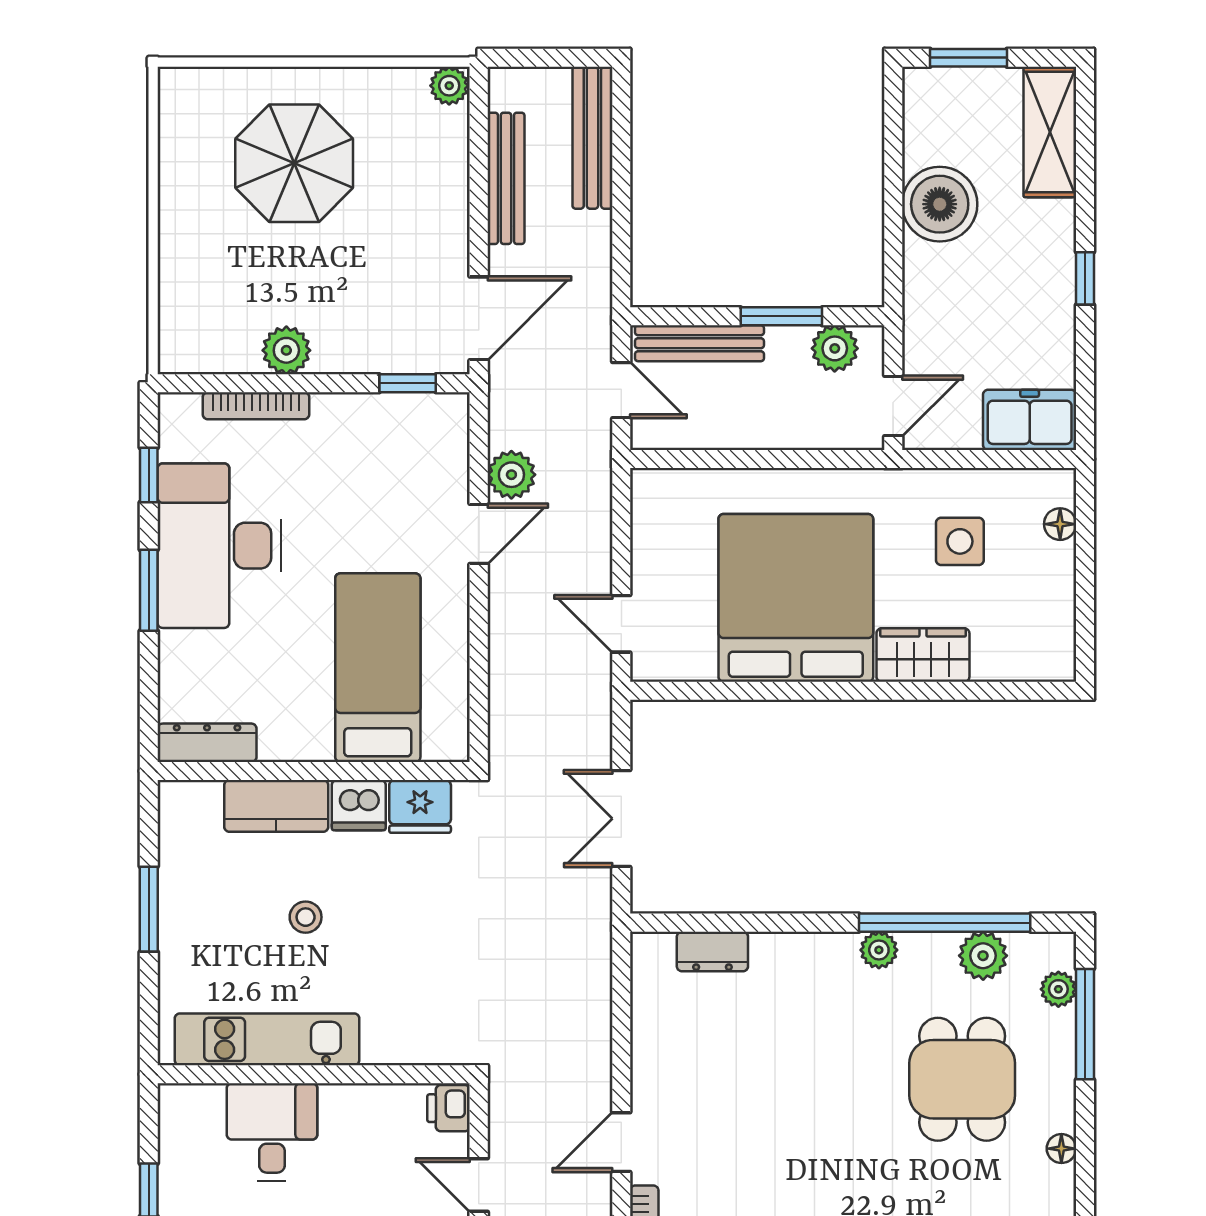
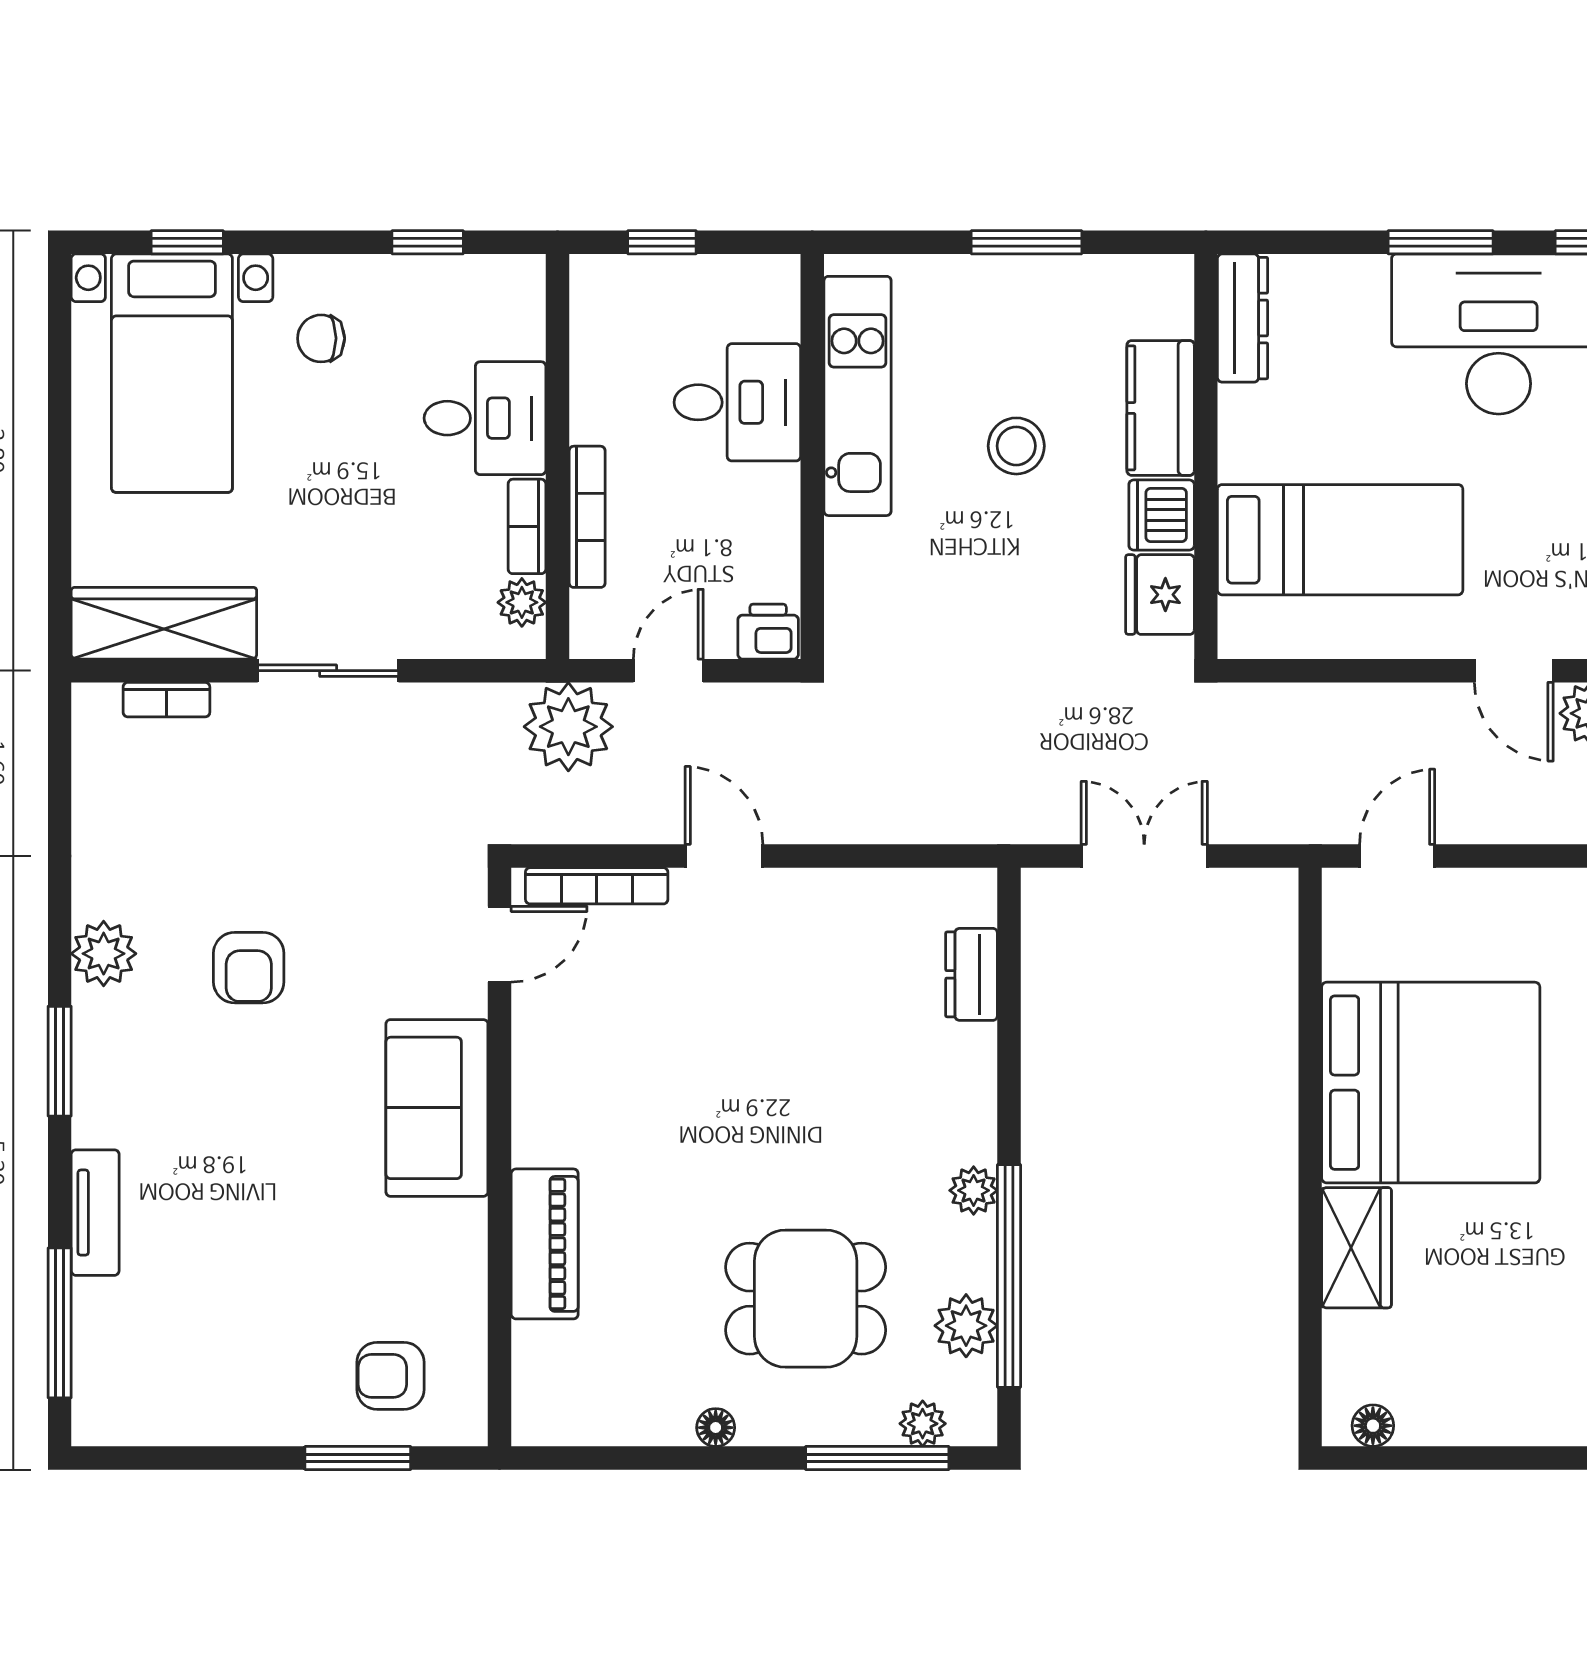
floor lamp: (1060, 524) -> (1373, 1426), moved
side table: (960, 541) -> (1504, 1296), removed
stool: (306, 917) -> (1016, 446), width x1.37, depth x1.37

